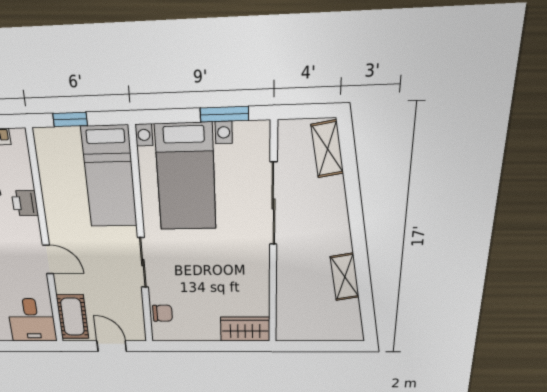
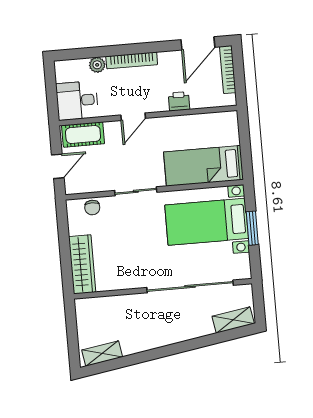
window: (224, 114) -> (252, 228), moved
window: (70, 119) -> (245, 138), removed
sliding door: (273, 204) -> (190, 286), width x1.36
shelving: (345, 277) -> (102, 353), moved
wardrobe: (245, 329) -> (82, 264), width x1.50

